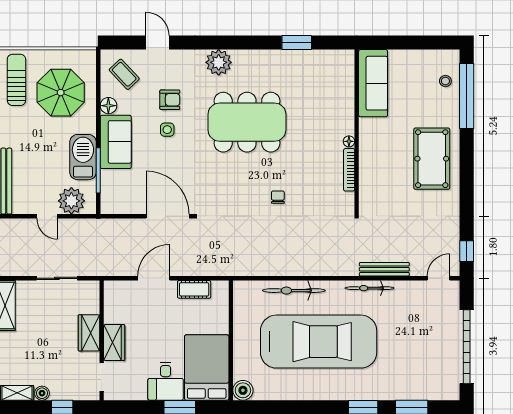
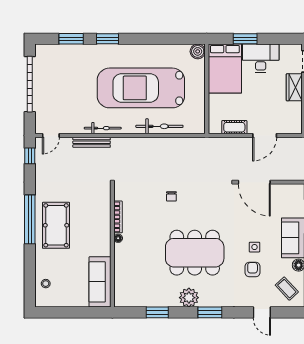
window: (227, 43) -> (210, 312), added
plant: (219, 62) -> (189, 298), moved
window: (467, 96) -> (30, 219), moved
armchair: (170, 100) -> (253, 269), turned 90
desk: (166, 381) -> (261, 58), width x1.37

